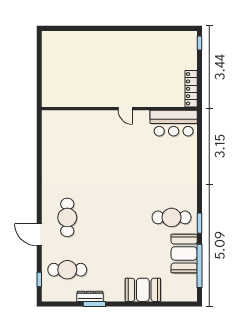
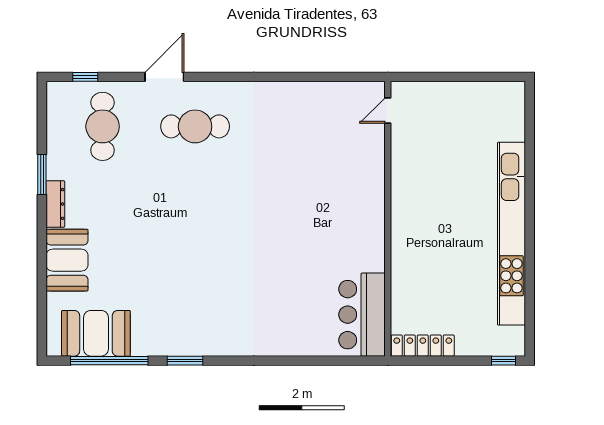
kitchen unit: (128, 39) -> (511, 234), added
door: (125, 109) -> (388, 110), moved
cafe table: (172, 217) -> (195, 311), removed
booth: (184, 253) -> (96, 333), moved
dresser: (90, 296) -> (55, 204), moved

